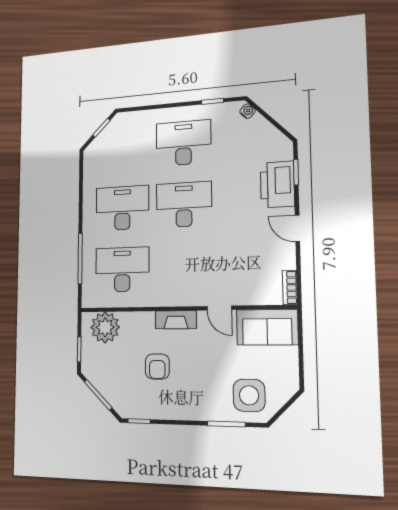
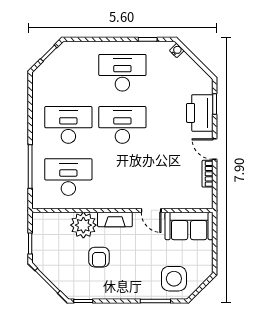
bookcase: (290, 287) -> (208, 174), moved
plant: (105, 327) -> (83, 225), moved

